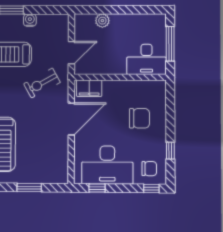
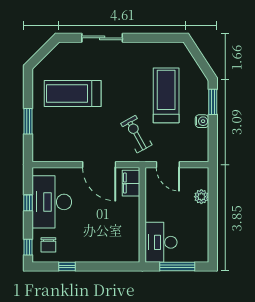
chair: (139, 118) -> (100, 235), removed
window: (97, 188) -> (28, 203), moved

